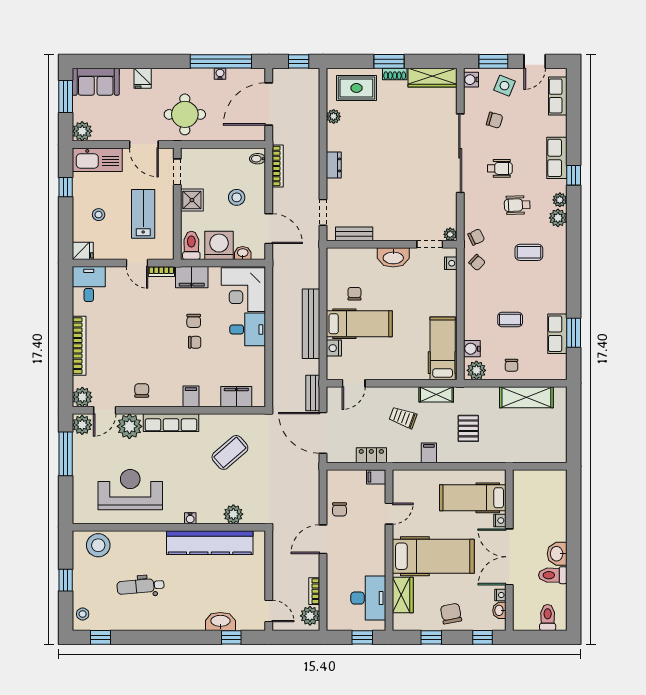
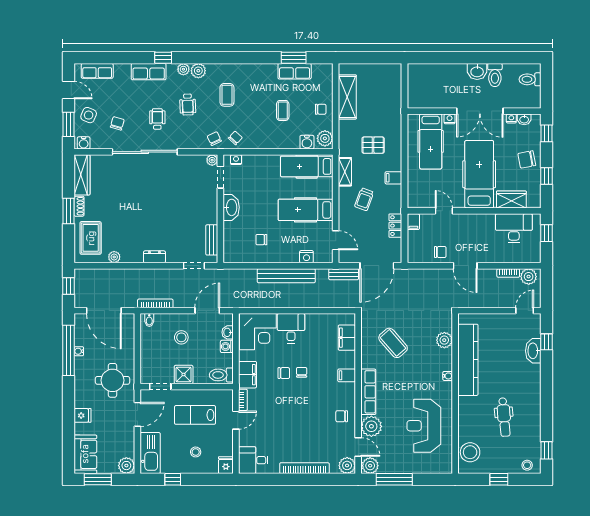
washing machine: (219, 245) -> (227, 346), width x0.53, depth x0.53
hospital bed: (359, 324) -> (306, 210), moved, turned -90

